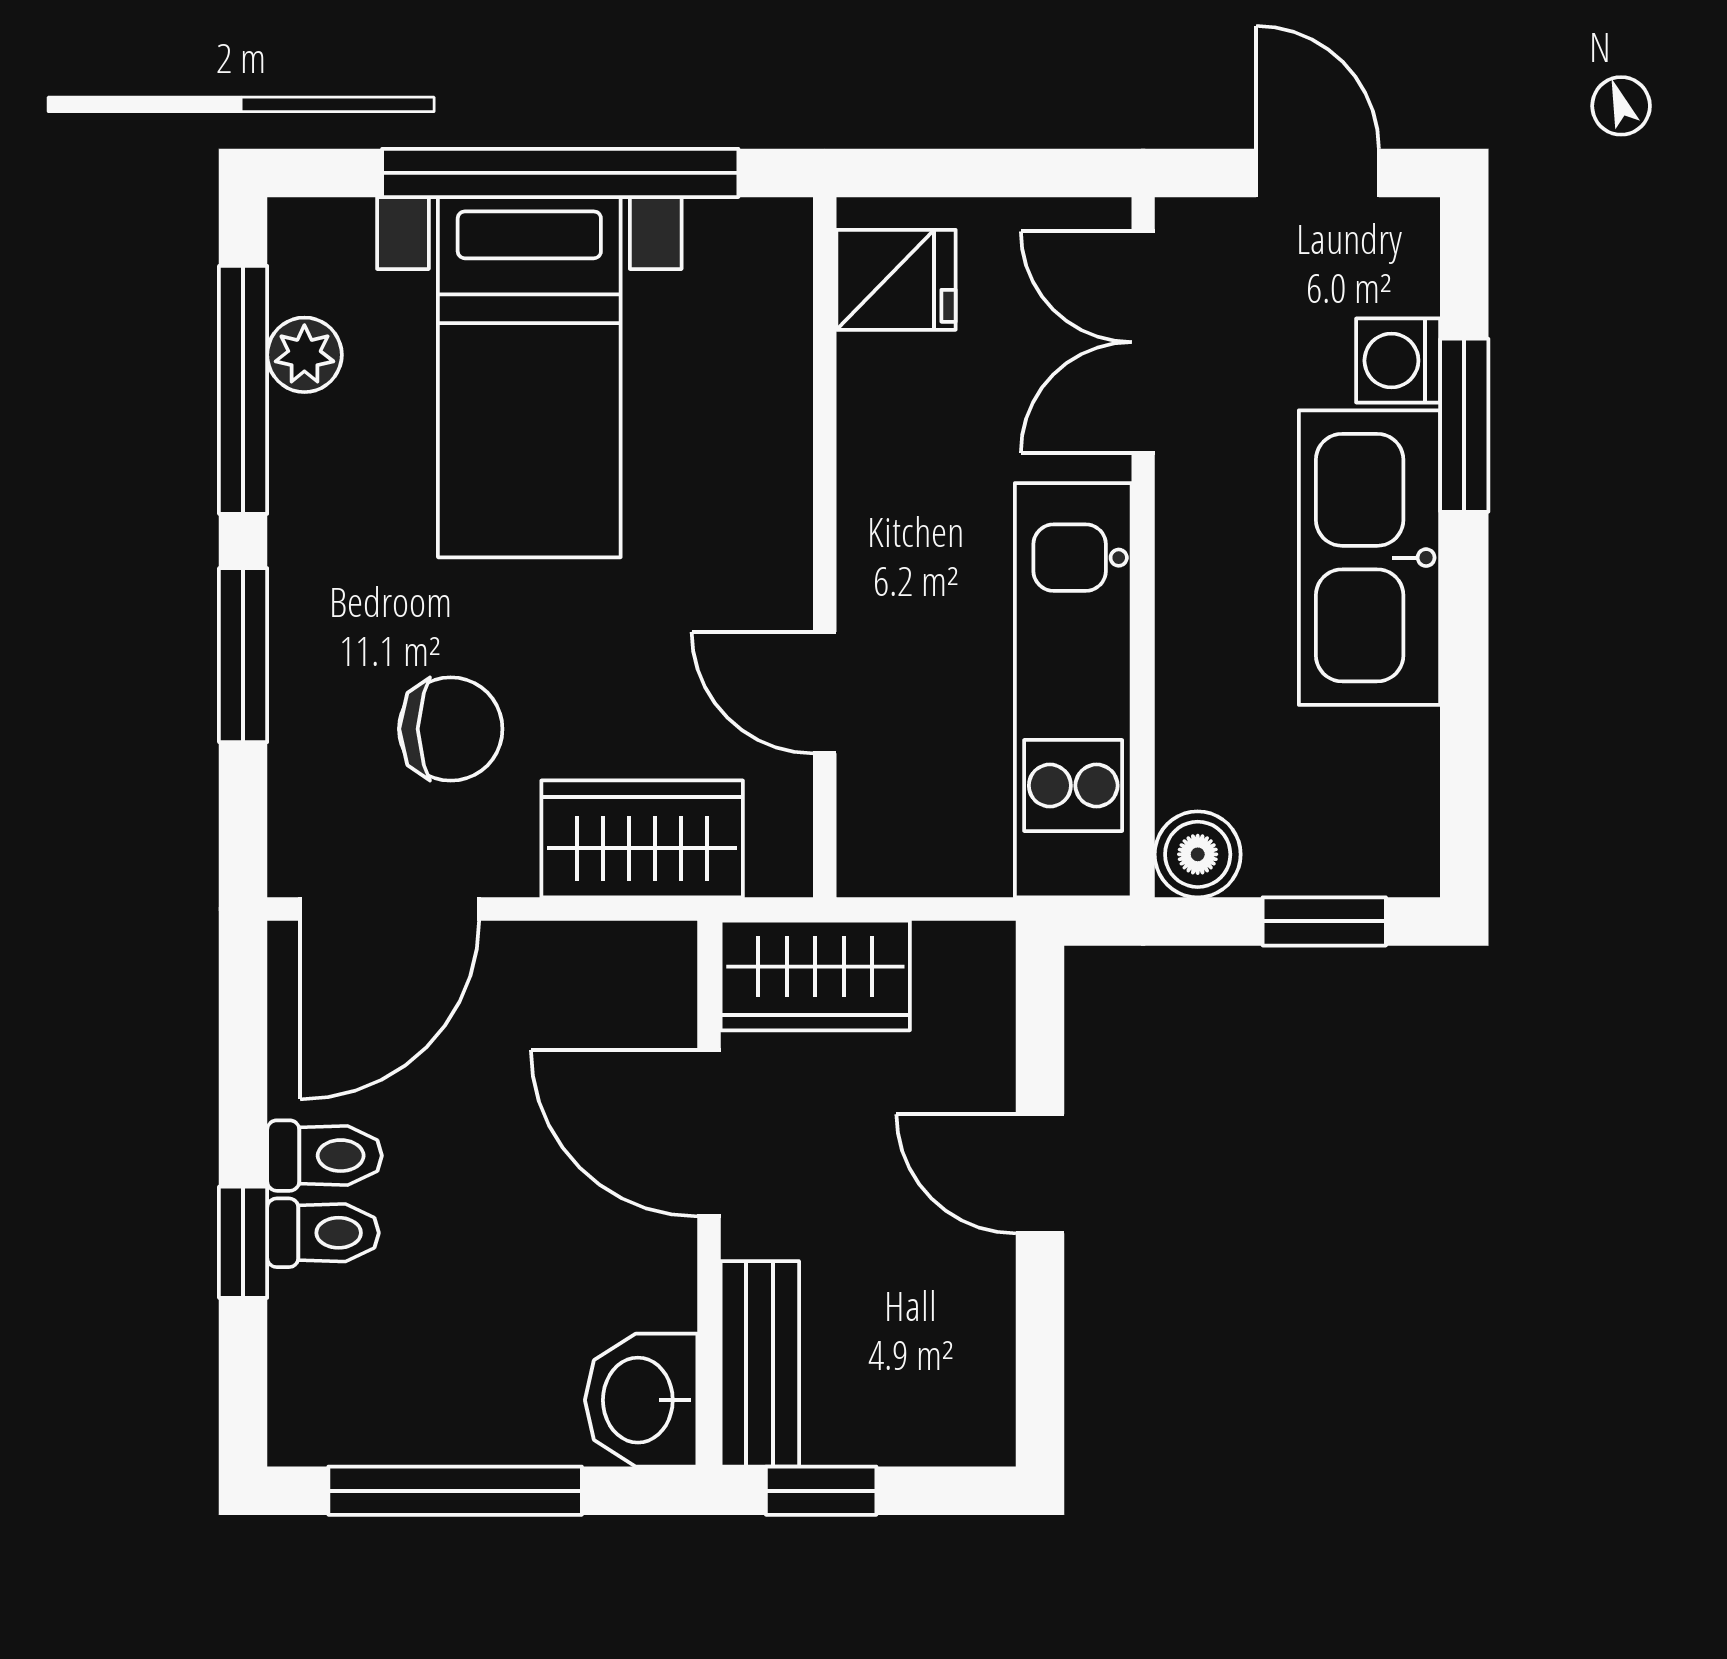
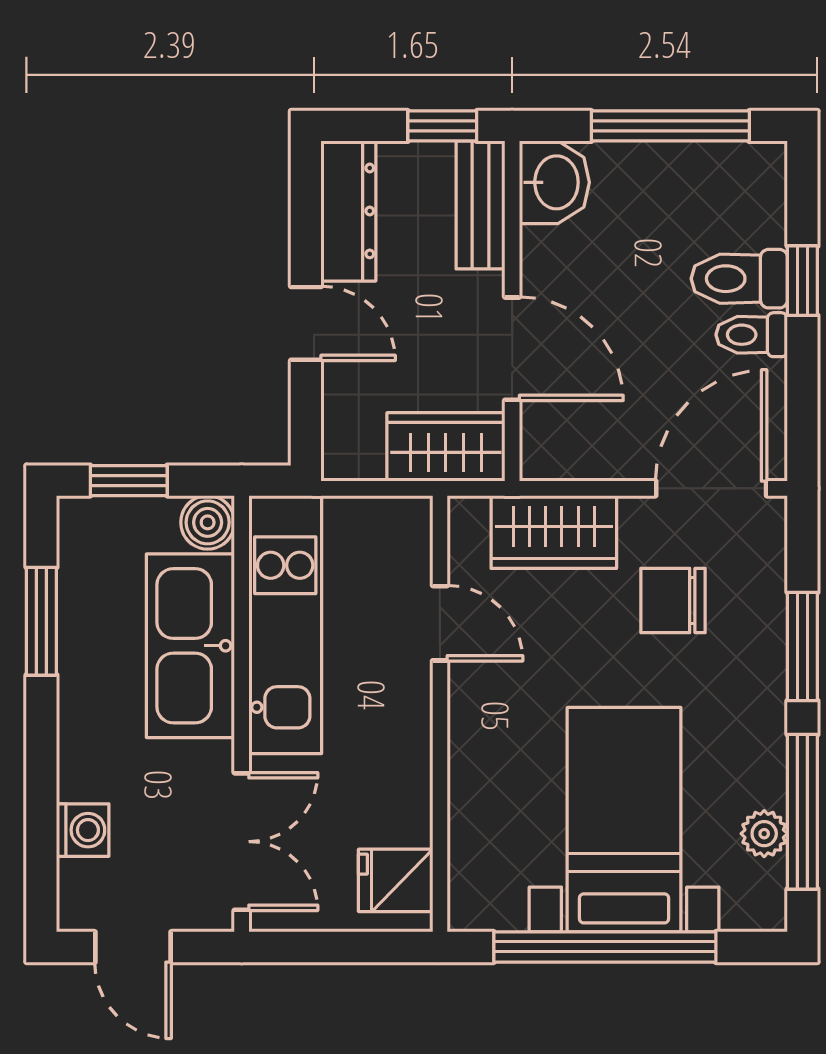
window: (1464, 425) -> (41, 621), moved
kitchen sink: (1370, 558) -> (190, 646), moved, turned 180
toilet: (323, 1233) -> (739, 279), width x1.37, depth x1.39
dresser: (972, 1354) -> (348, 211), added

